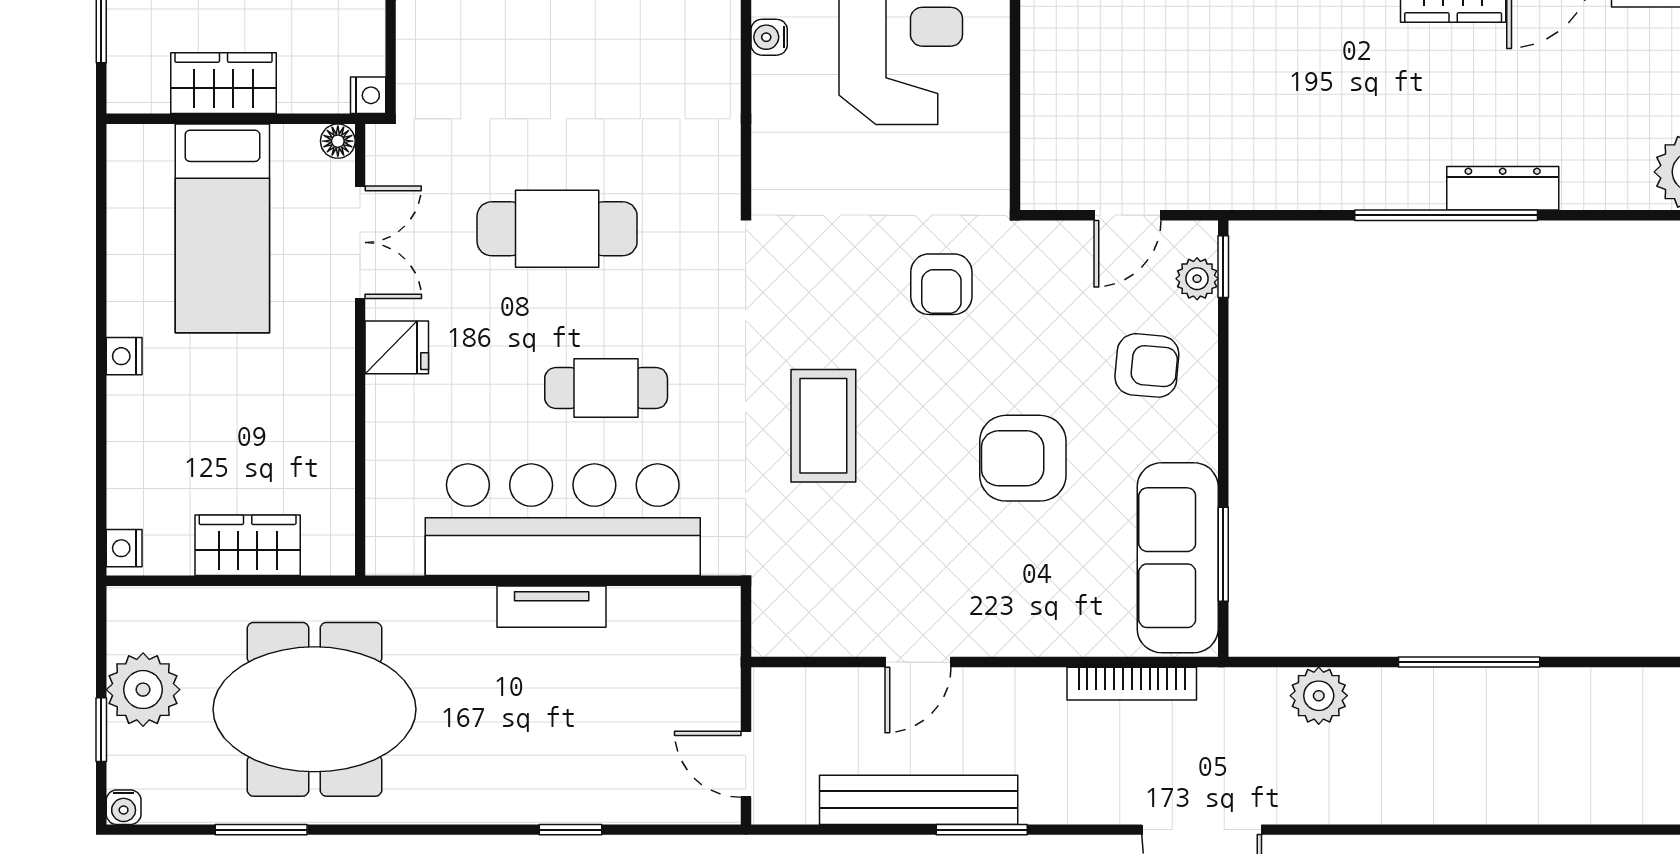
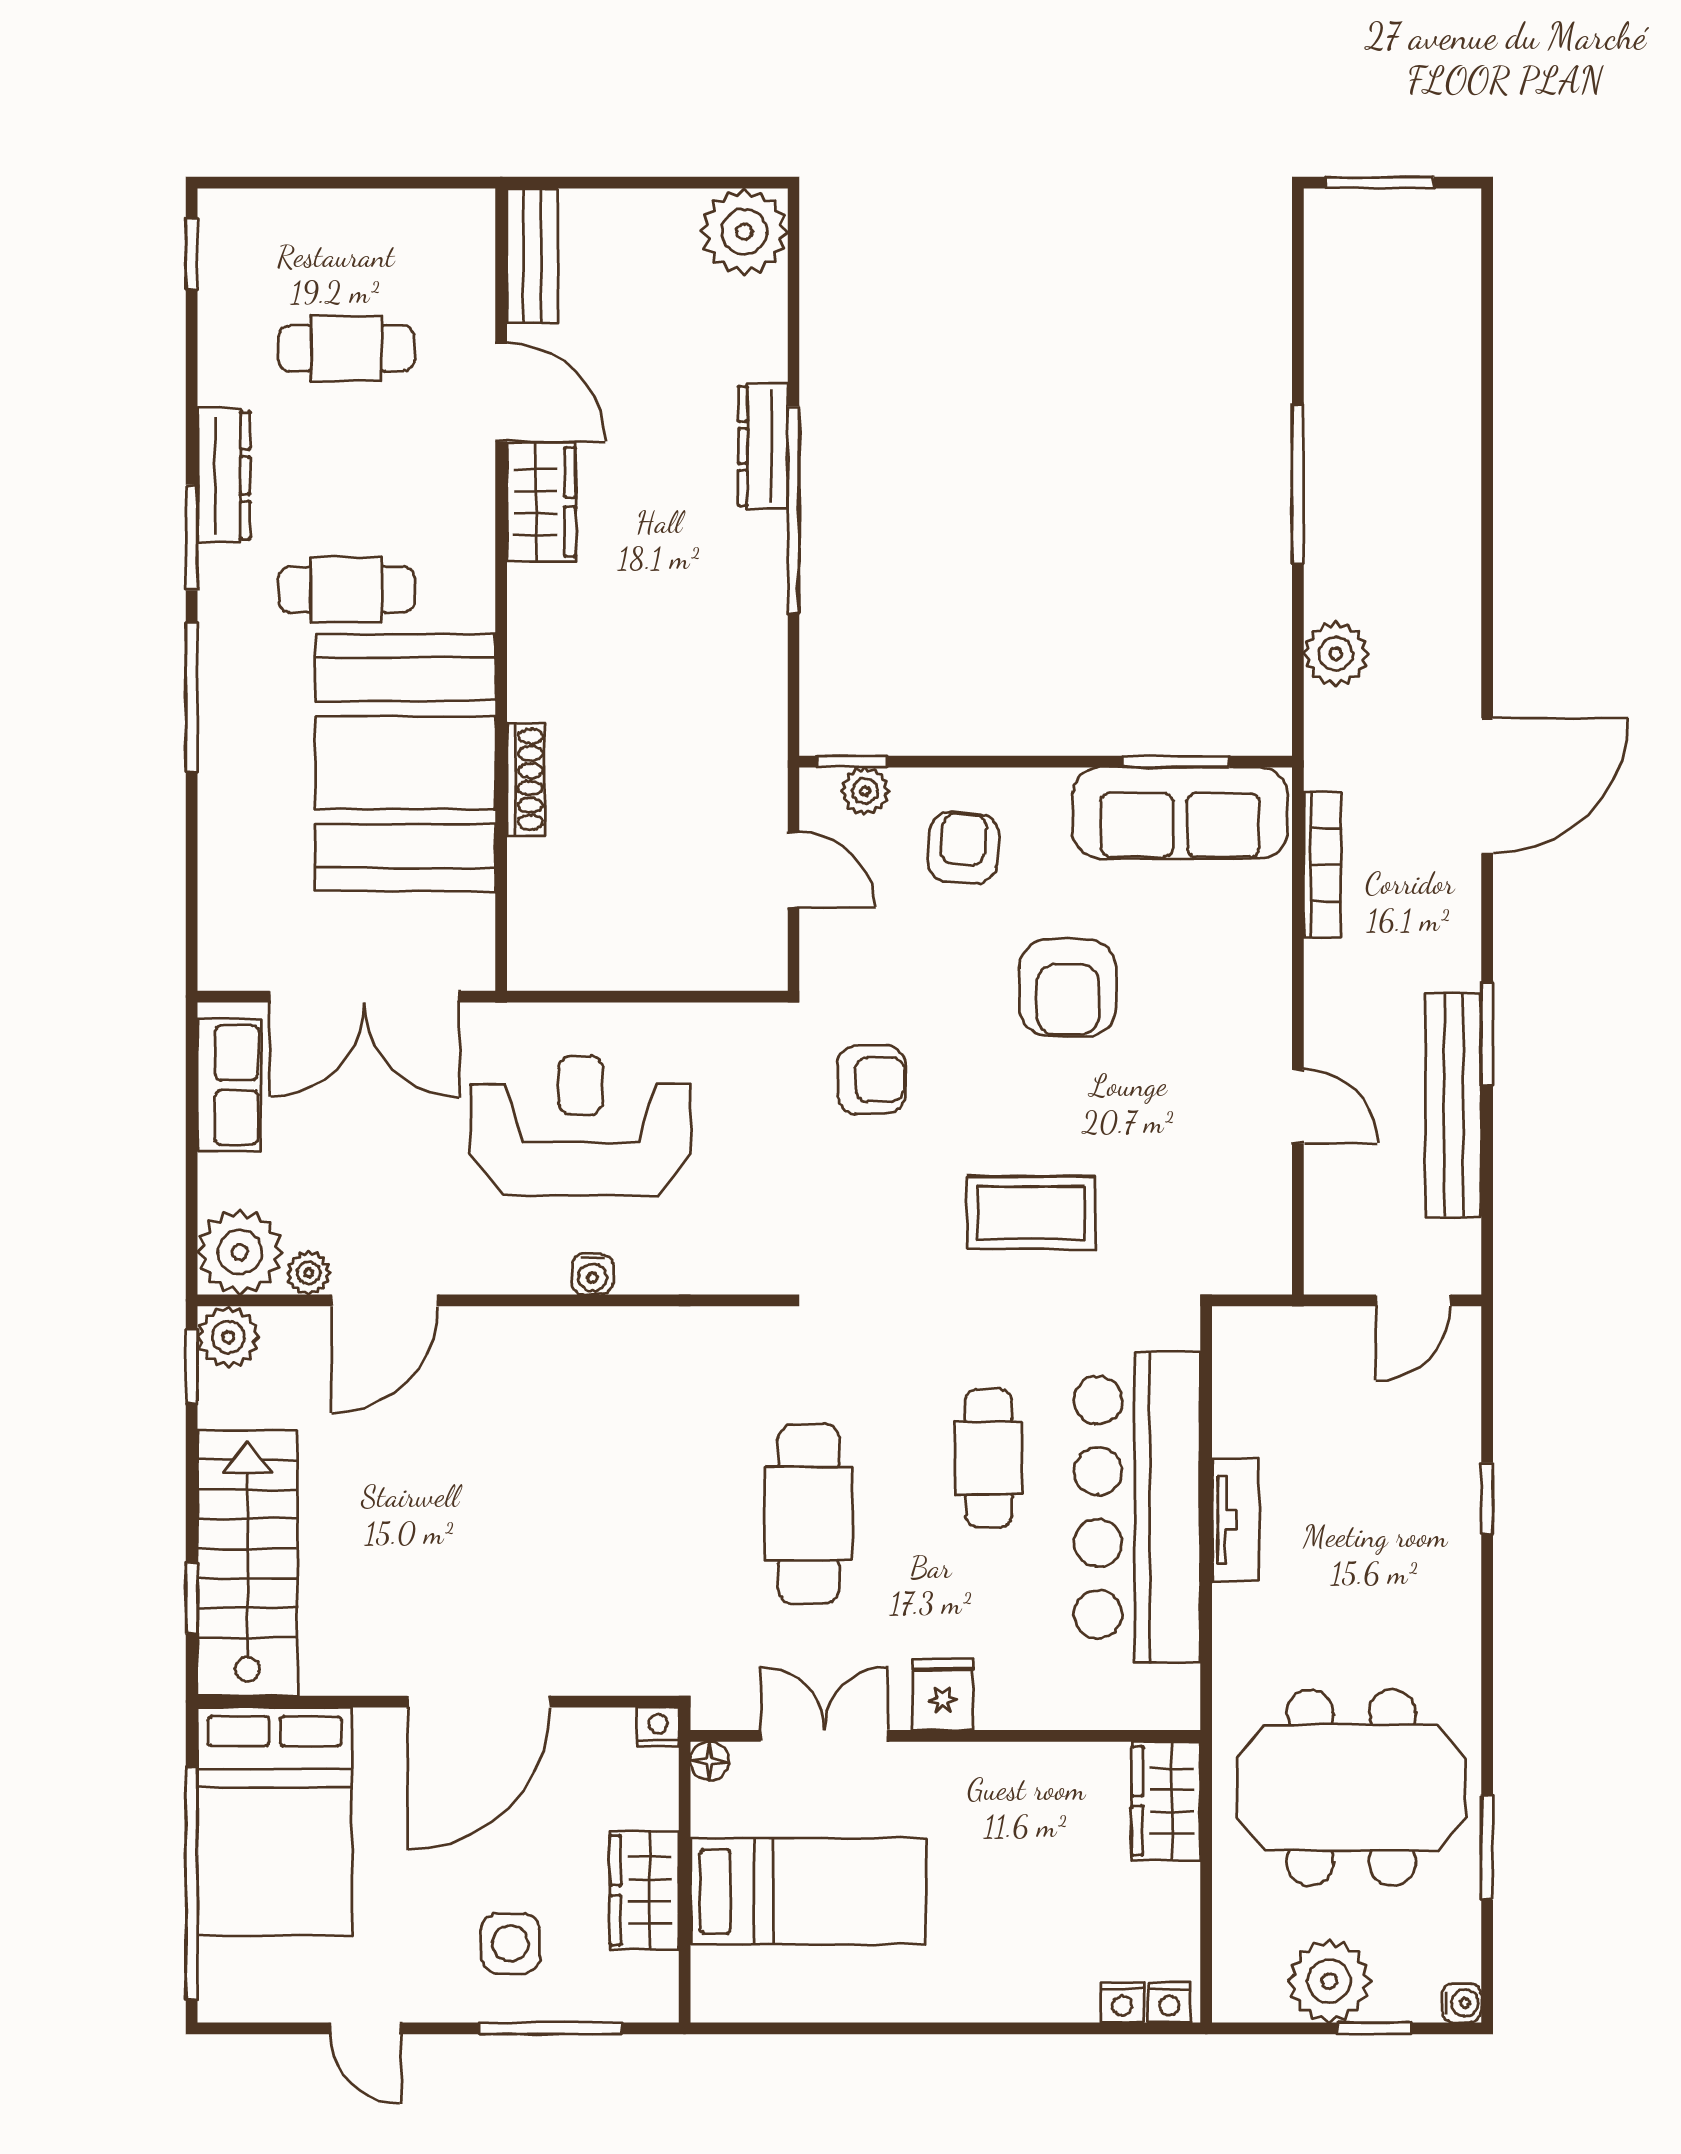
nightstand: (124, 356) -> (1122, 2002), moved
wardrobe: (248, 545) -> (1166, 1801), moved
meeting table: (314, 709) -> (1351, 1787), turned 90

